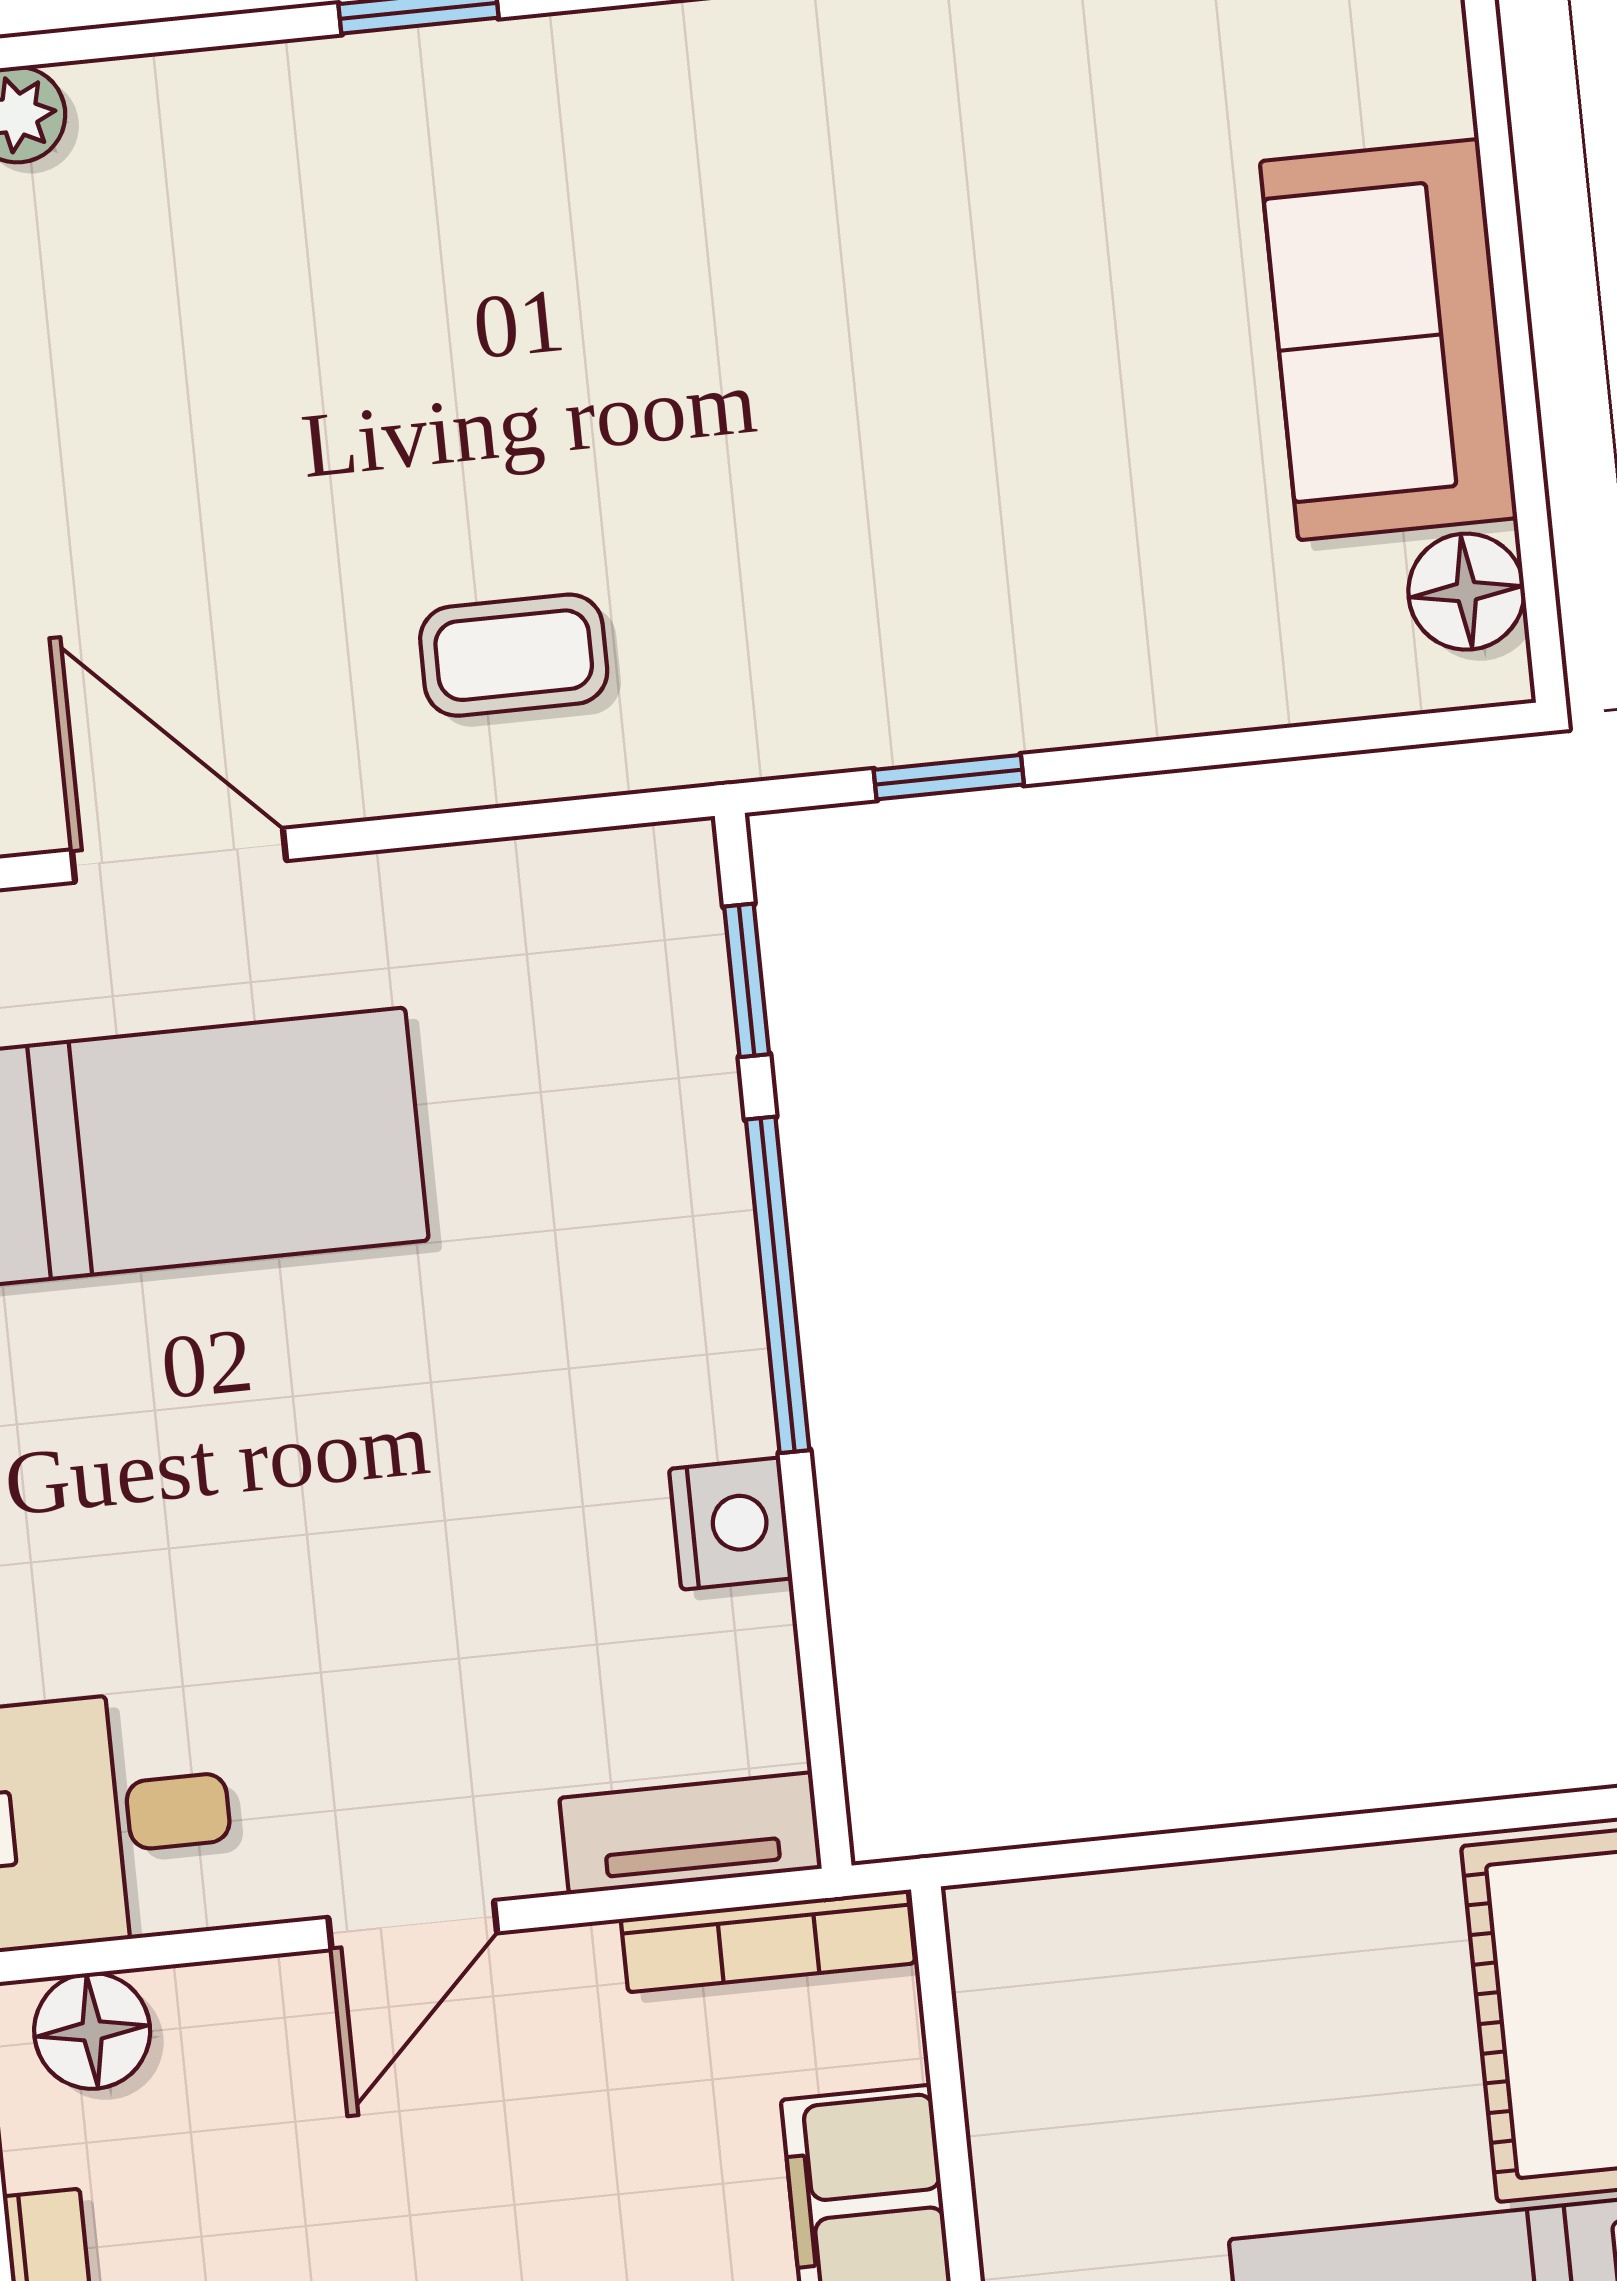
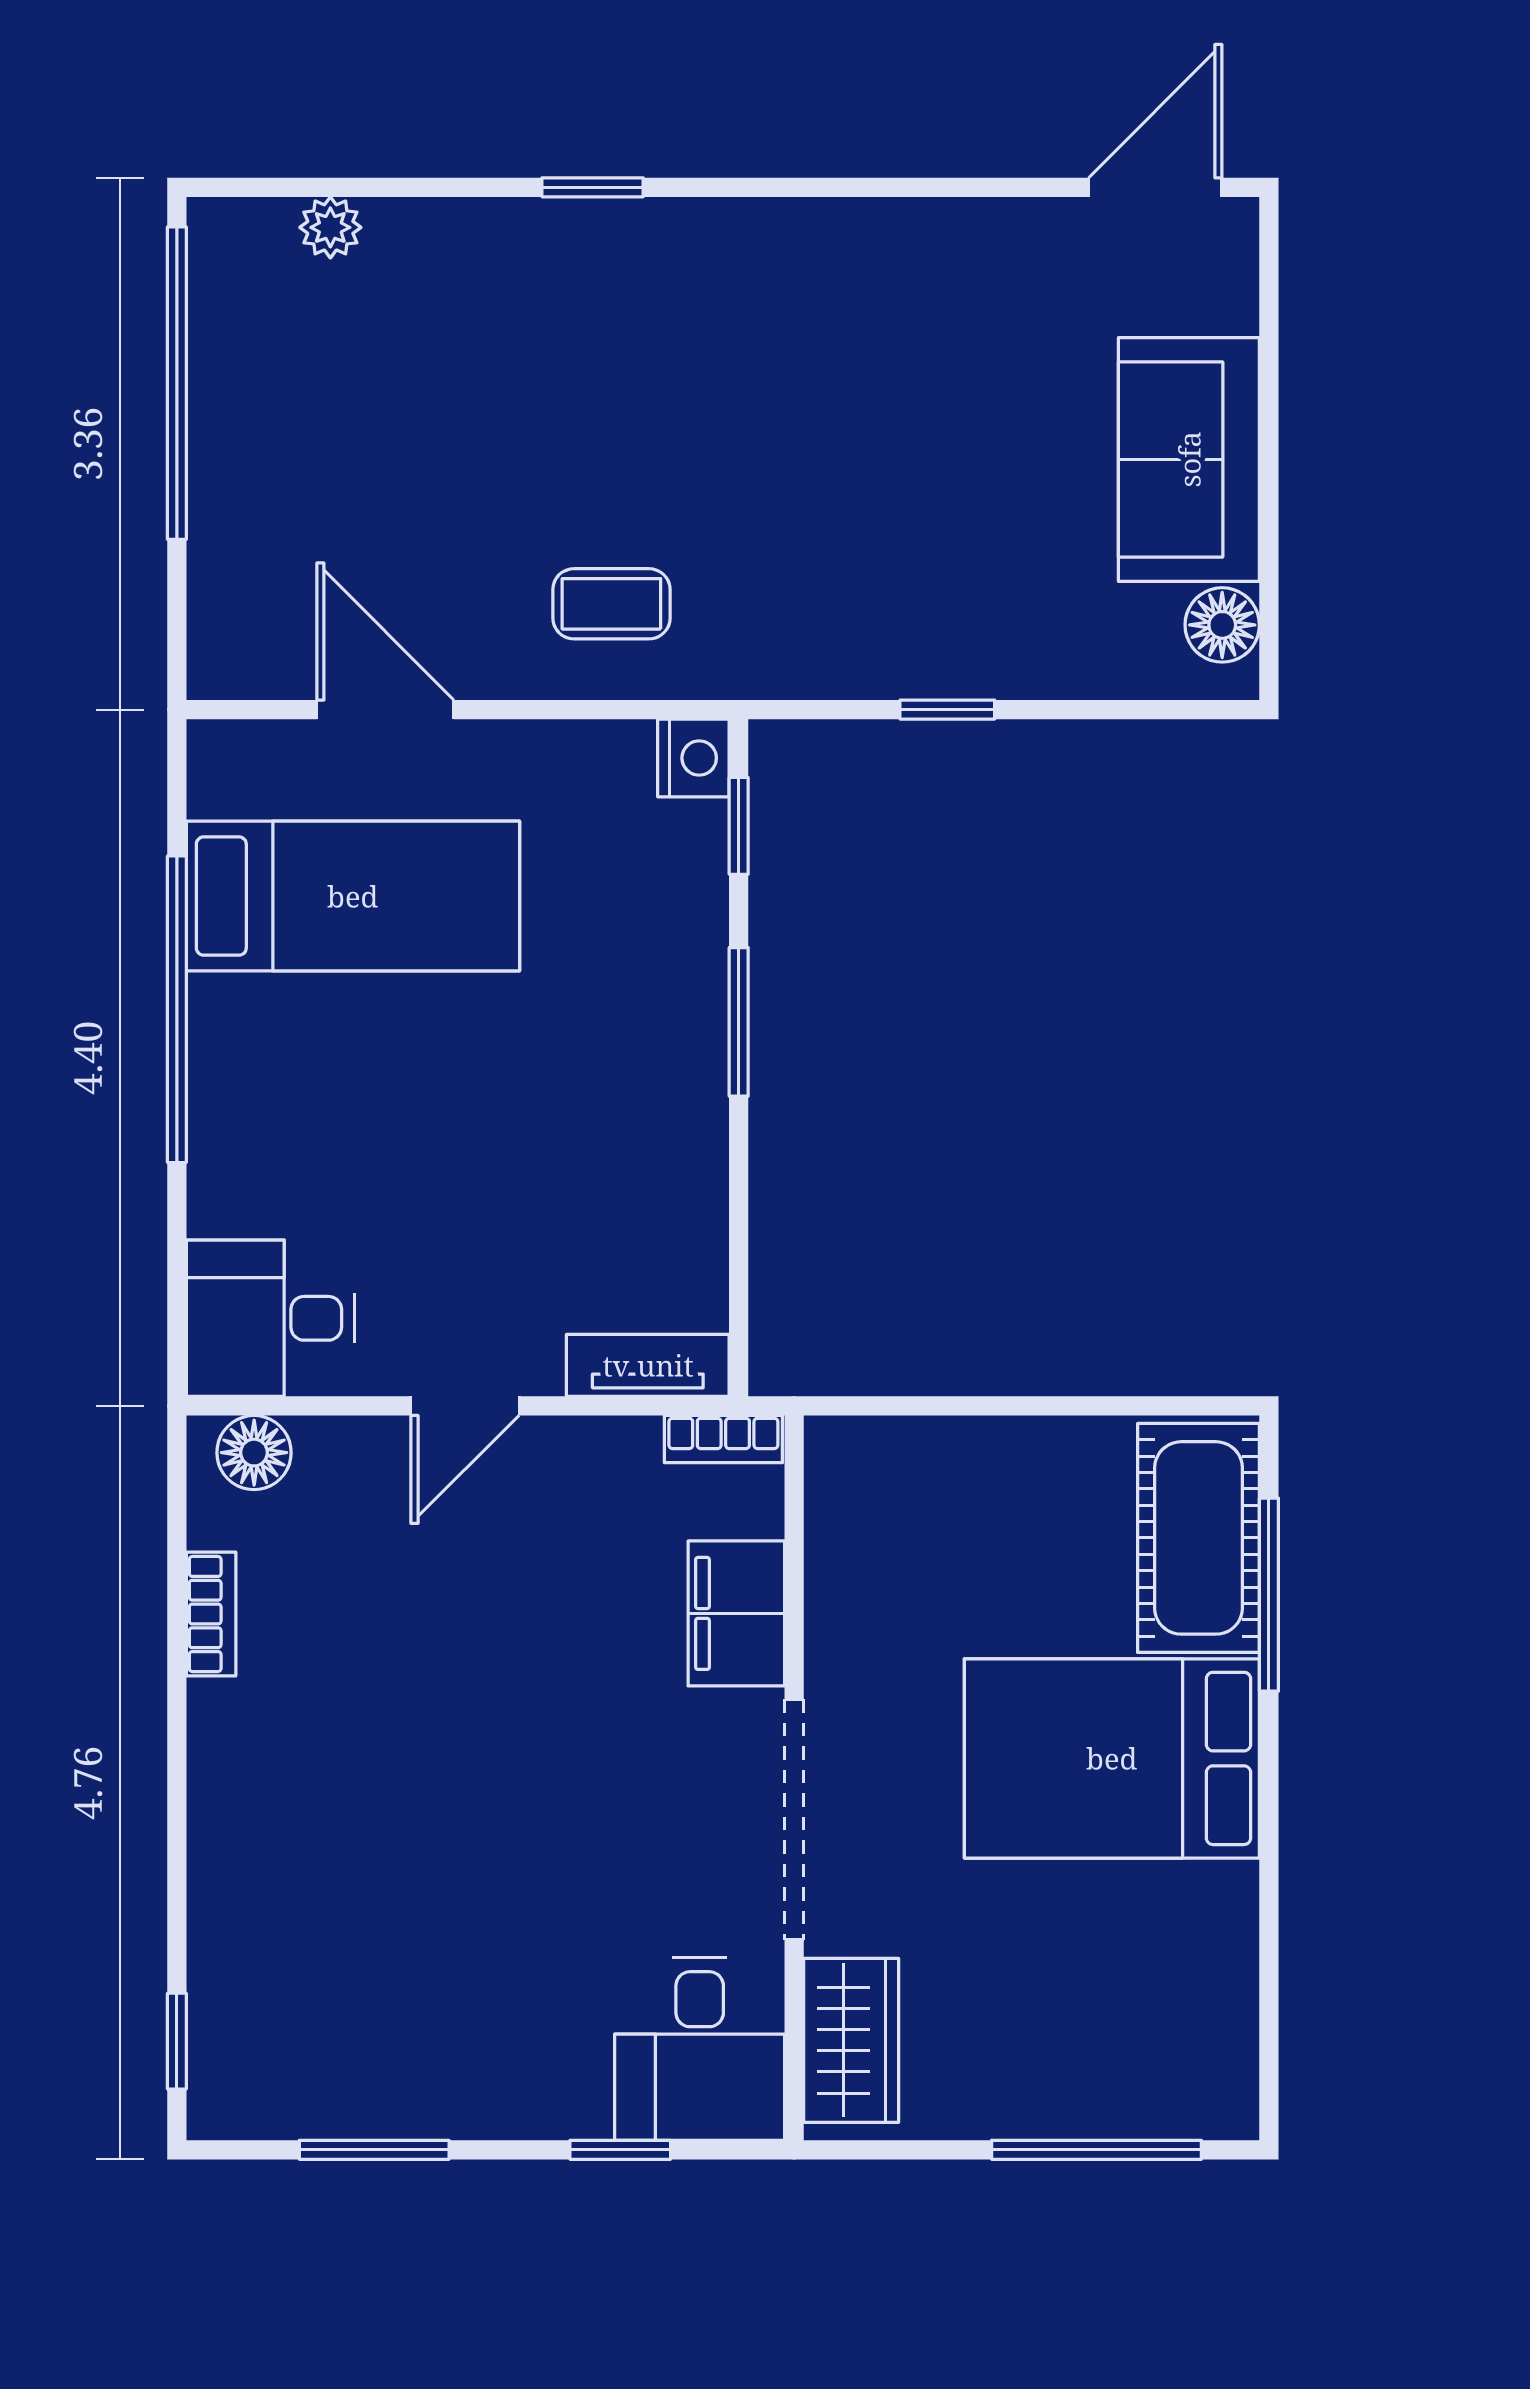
window: (949, 777) -> (947, 710), moved
window: (778, 1285) -> (739, 1022), width x0.69
nightstand: (731, 1524) -> (693, 758), moved
bookcase: (768, 1941) -> (723, 1439), width x0.64

